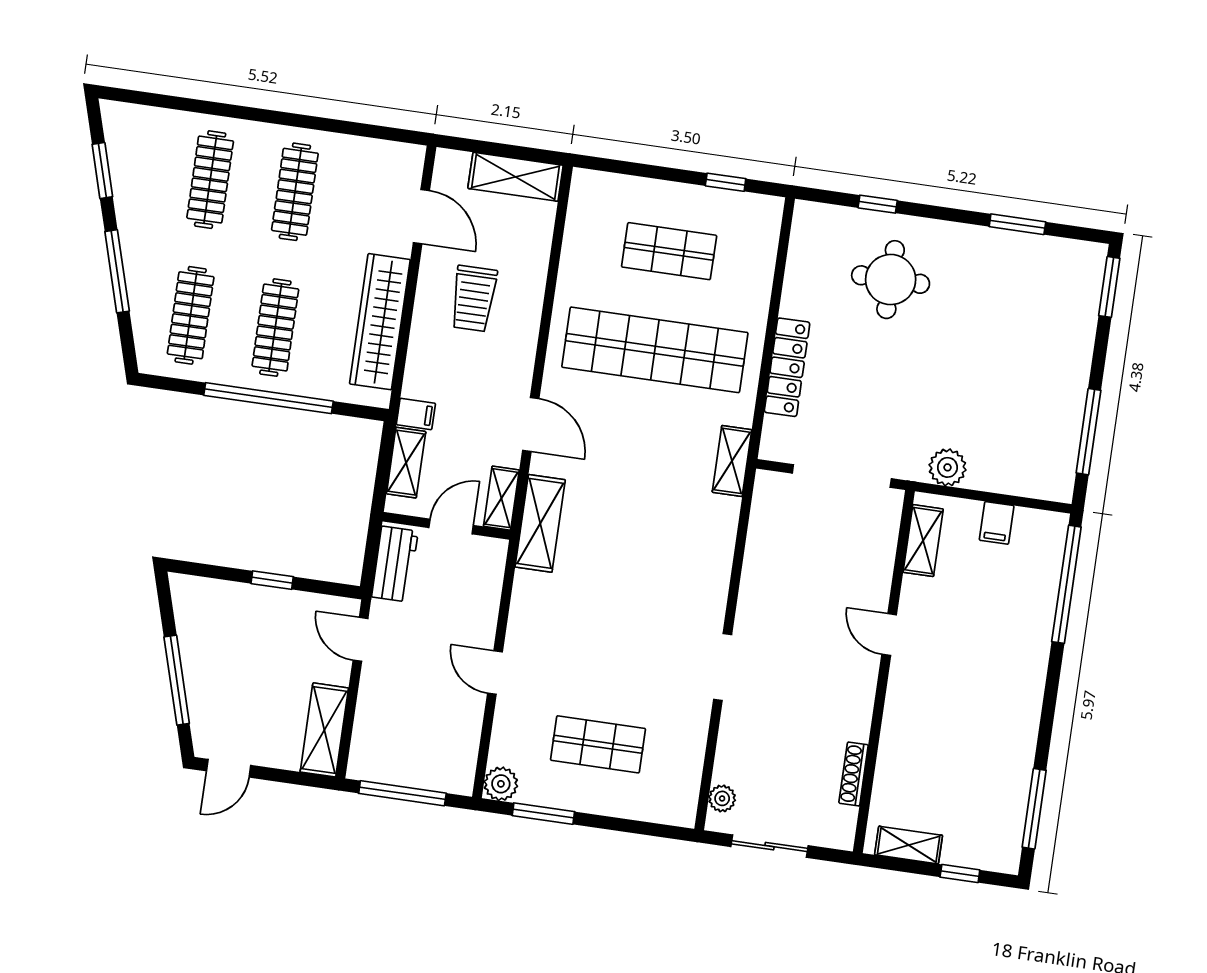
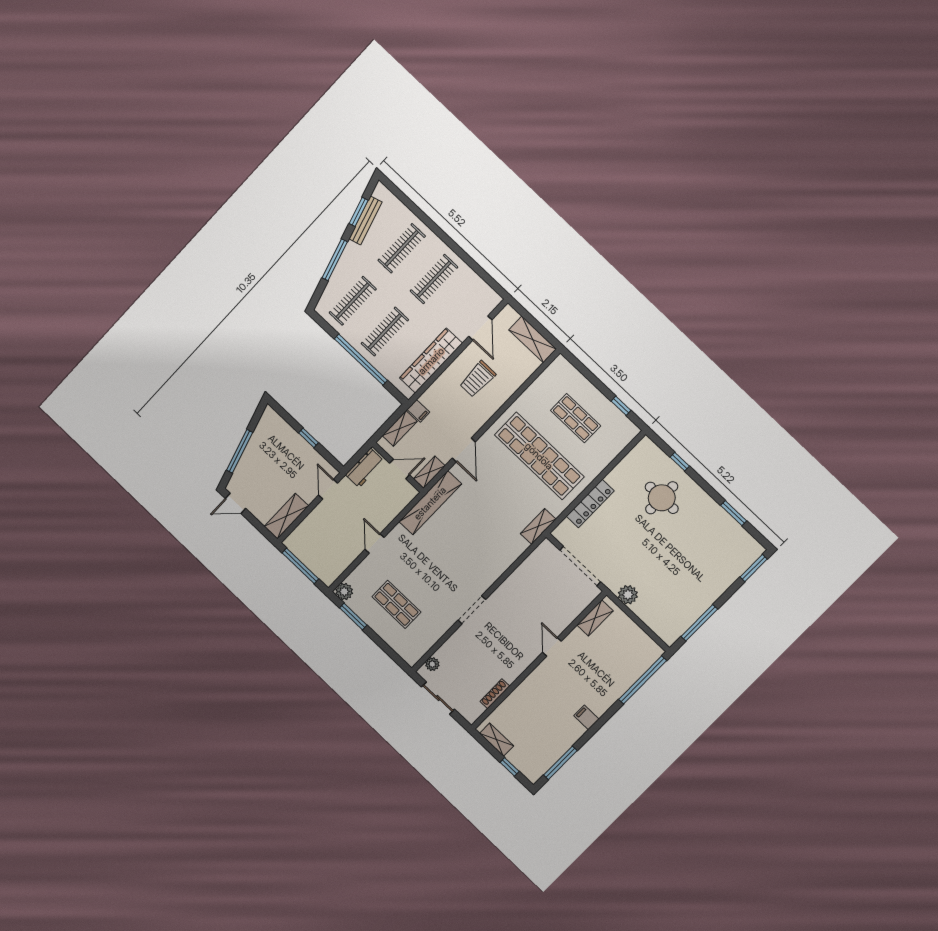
bench: (123, 176) -> (365, 220), added
shelving: (540, 523) -> (430, 503), width x1.47
filing cabinet: (997, 523) -> (586, 717), moved, turned 90

